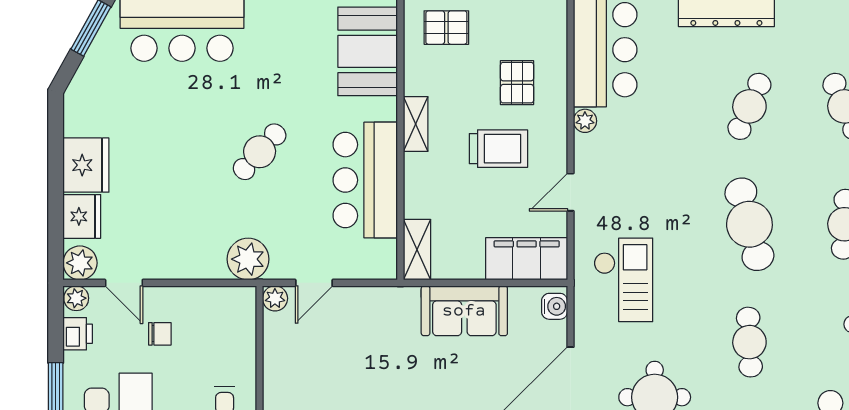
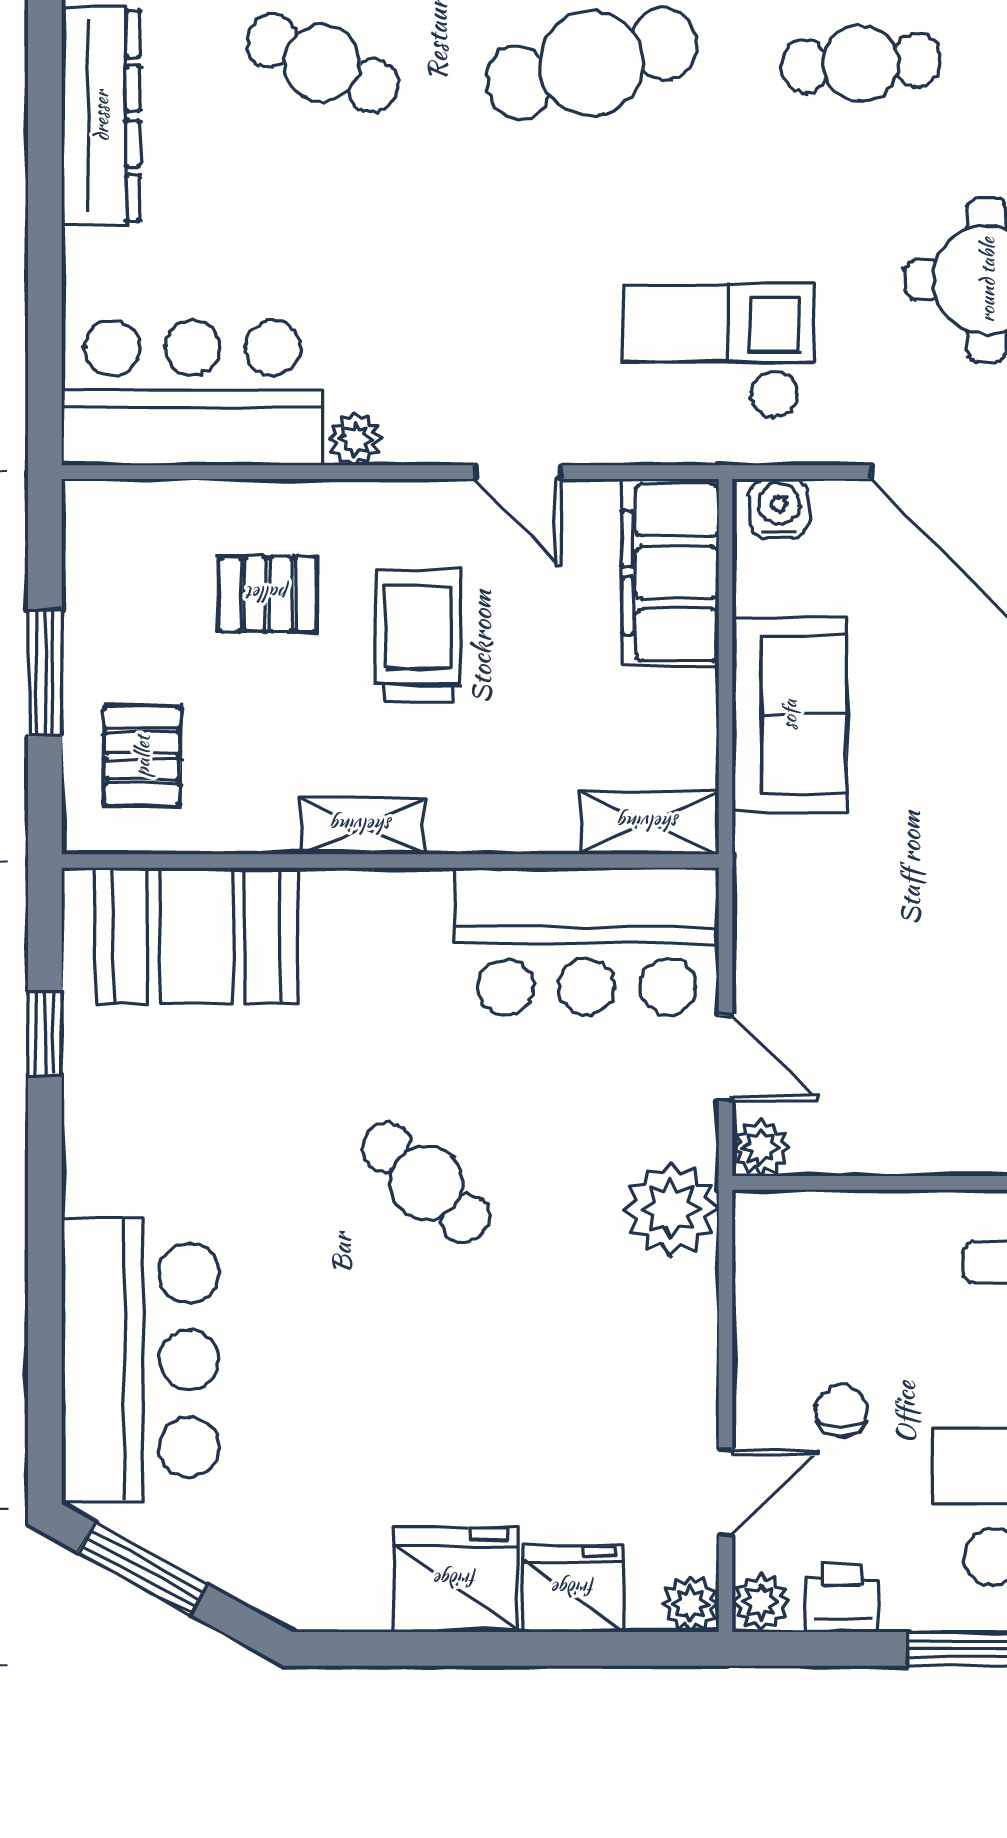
bar counter: (365, 180) -> (587, 941), moved
plant: (80, 263) -> (690, 1604), width x0.73, depth x0.73

